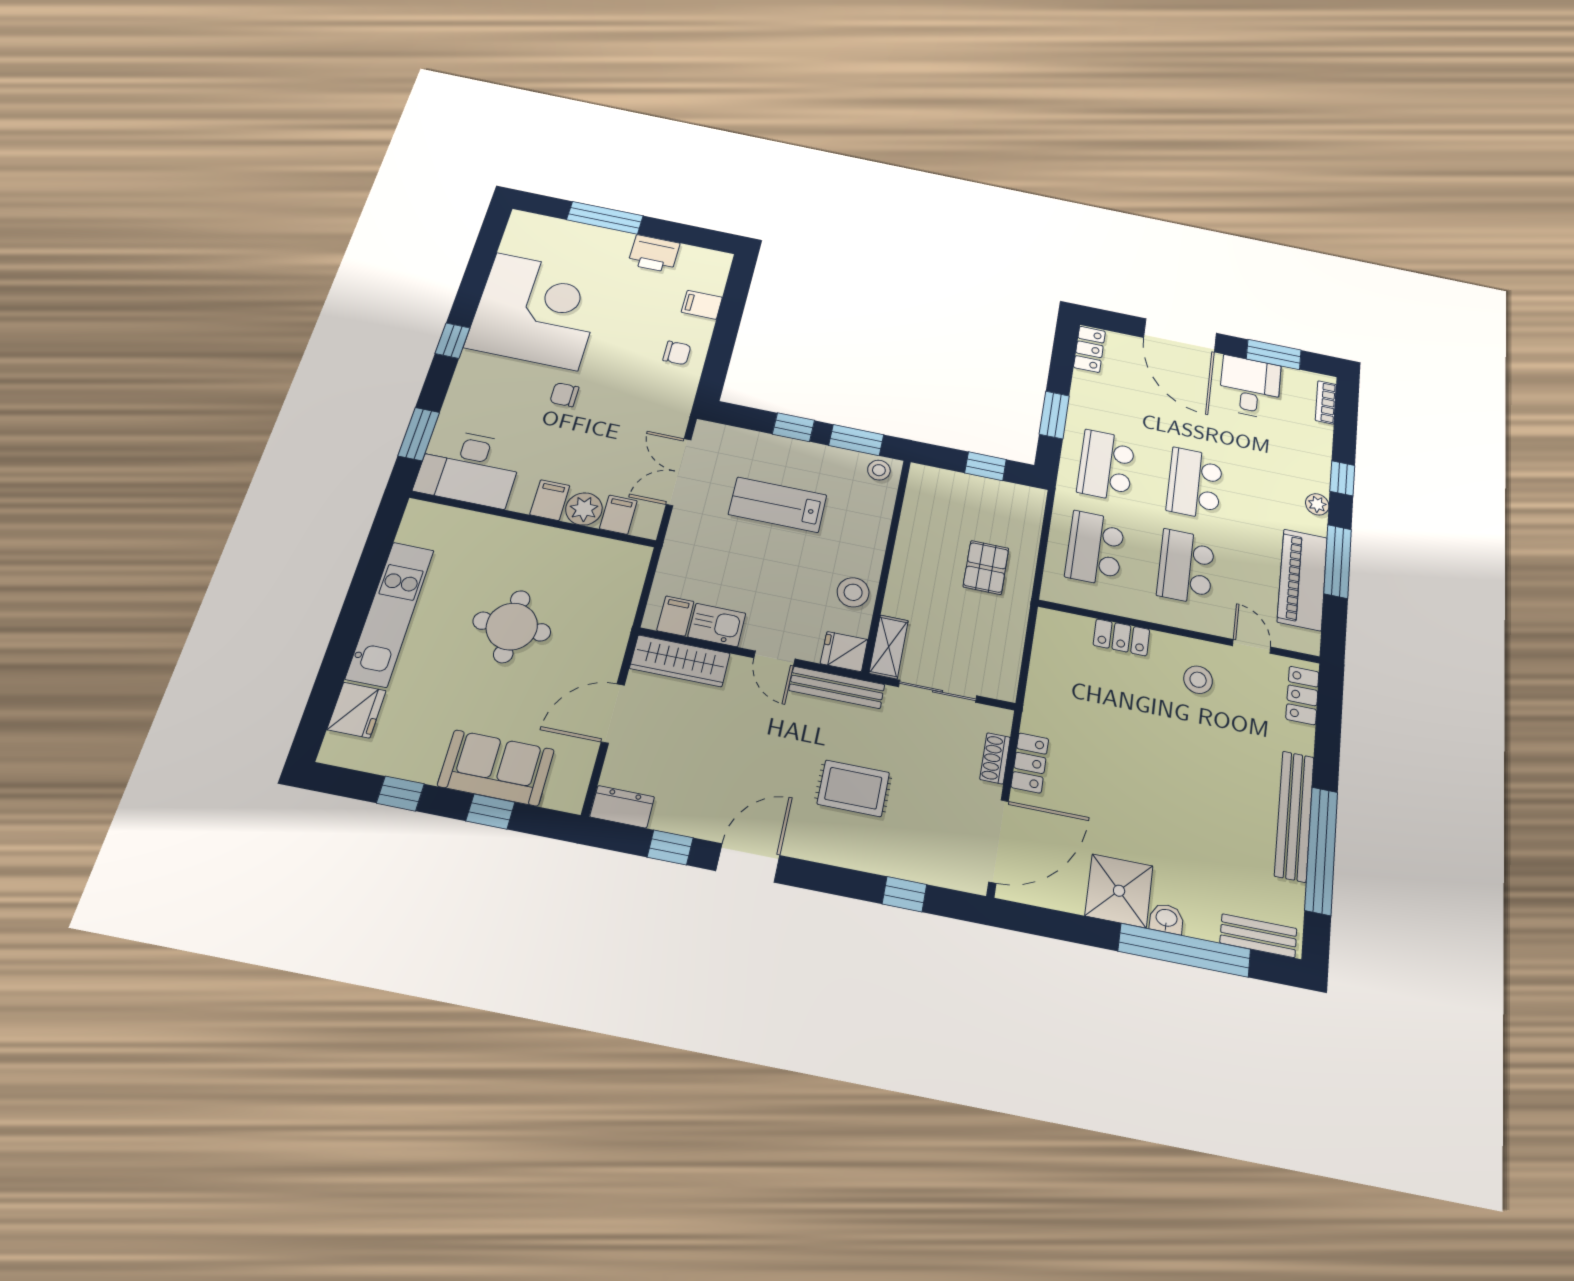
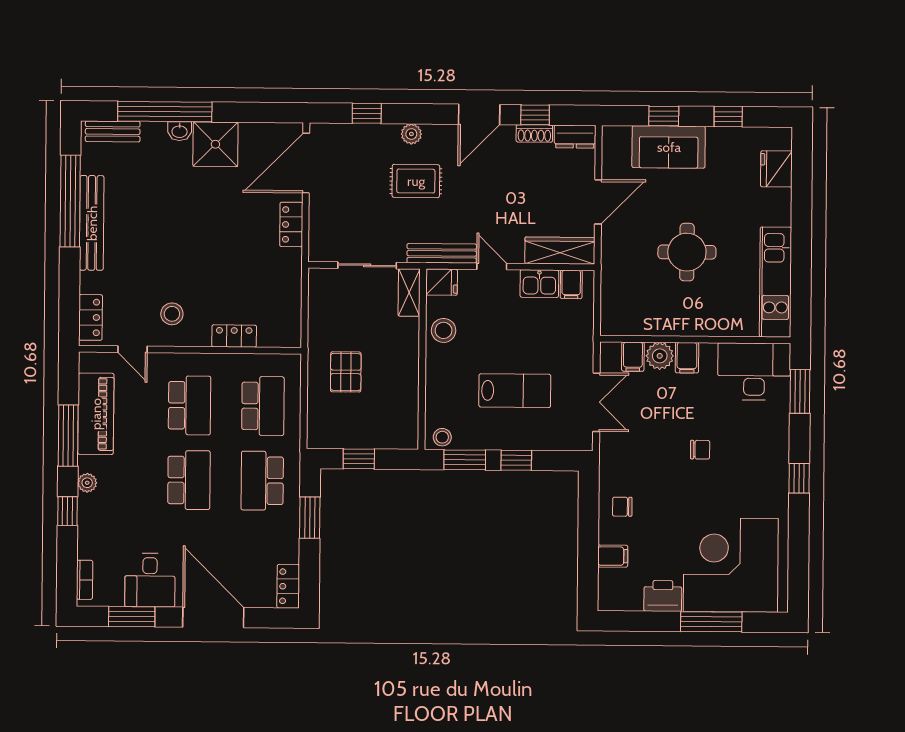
corner desk: (537, 311) -> (731, 565), moved, turned 90
school desk: (1106, 465) -> (262, 481), turned 180
kitchen unit: (390, 614) -> (776, 282), moved
shoe rack: (995, 758) -> (534, 133), moved, turned 90
plant: (848, 854) -> (411, 134), added

